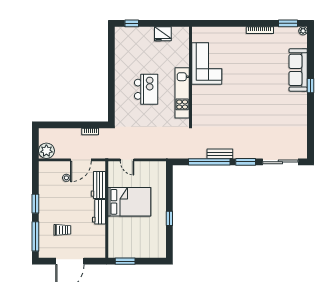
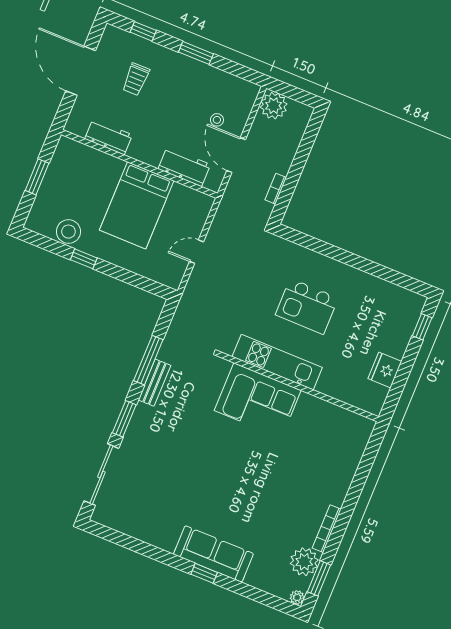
plant: (282, 35) -> (304, 562), added
corner sofa: (207, 64) -> (258, 400), moved
sofa: (298, 70) -> (213, 554), moved
door: (127, 160) -> (197, 252), moved
window: (209, 162) -> (148, 360), width x0.68
workbench: (99, 212) -> (109, 137), moved
stool: (158, 232) -> (68, 232), added
window: (35, 236) -> (143, 31), width x0.46
window: (125, 261) -> (37, 177), moved

